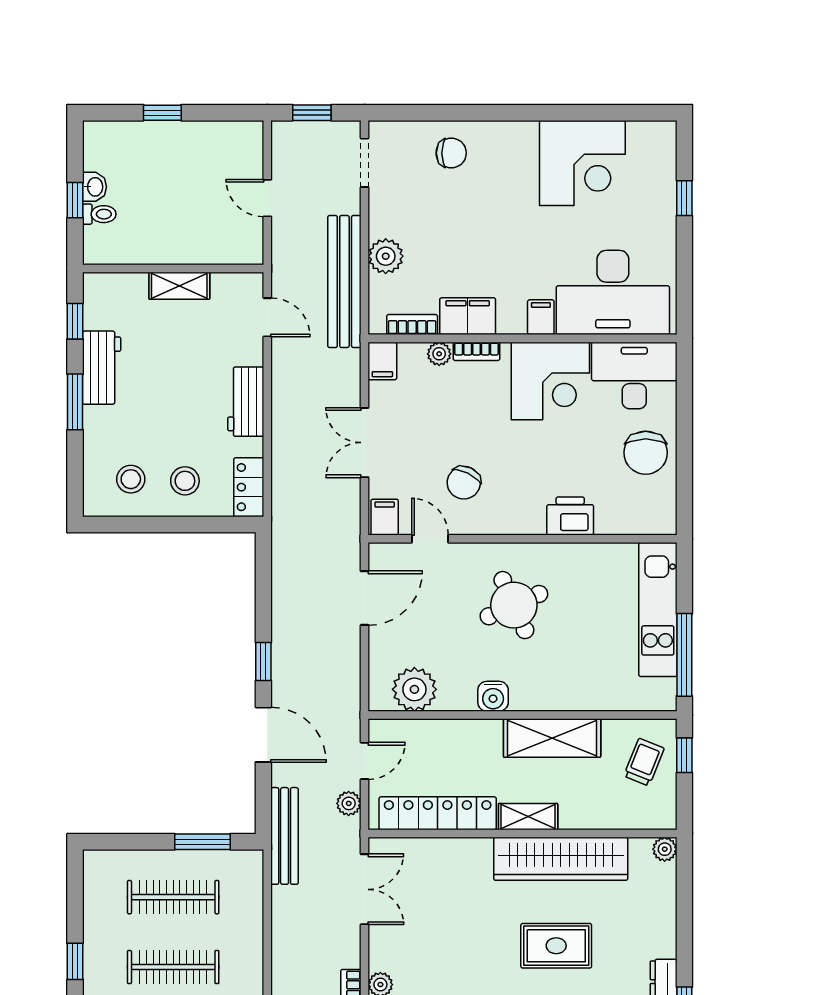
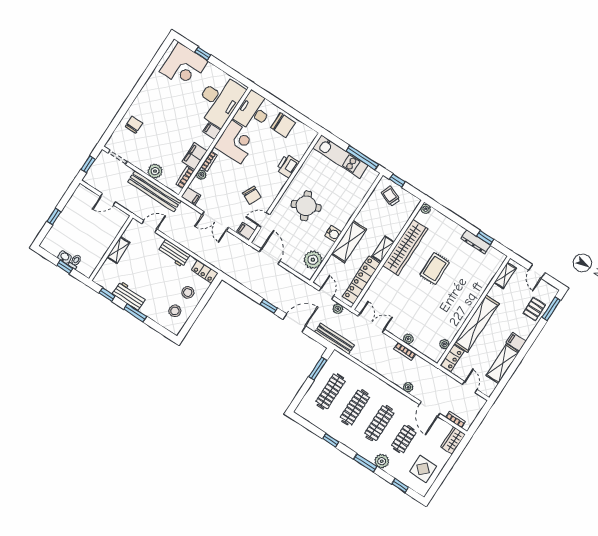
corner desk: (582, 163) -> (184, 66), moved, turned 90
shelving: (552, 738) -> (349, 242), moved

